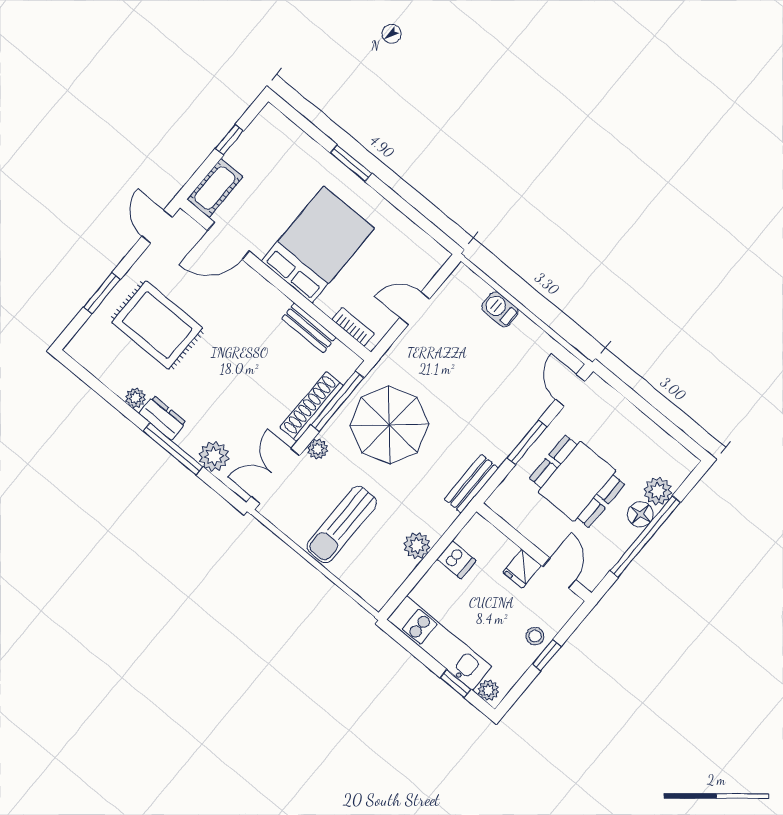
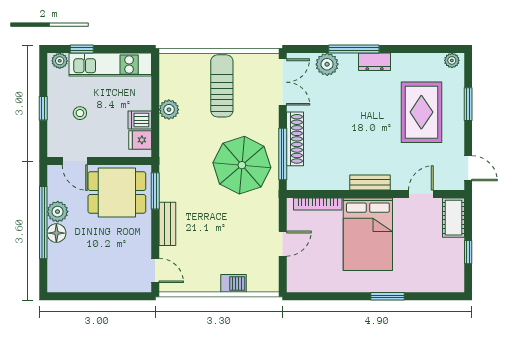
door: (228, 241) -> (421, 194), width x0.73
rug: (157, 325) -> (421, 112), turned 90
bookcase: (353, 327) -> (318, 204), width x1.56
bench: (309, 328) -> (370, 182), moved
plant: (136, 398) -> (452, 60), moved
window: (527, 442) -> (155, 191), moved
plant: (318, 449) -> (271, 118), removed
dining table: (577, 481) -> (117, 192), moved
bench: (471, 484) -> (167, 224), moved
plant: (658, 491) -> (58, 212), moved
fridge: (522, 569) -> (140, 140), moved, turned -90
stool: (535, 636) -> (80, 113), moved

